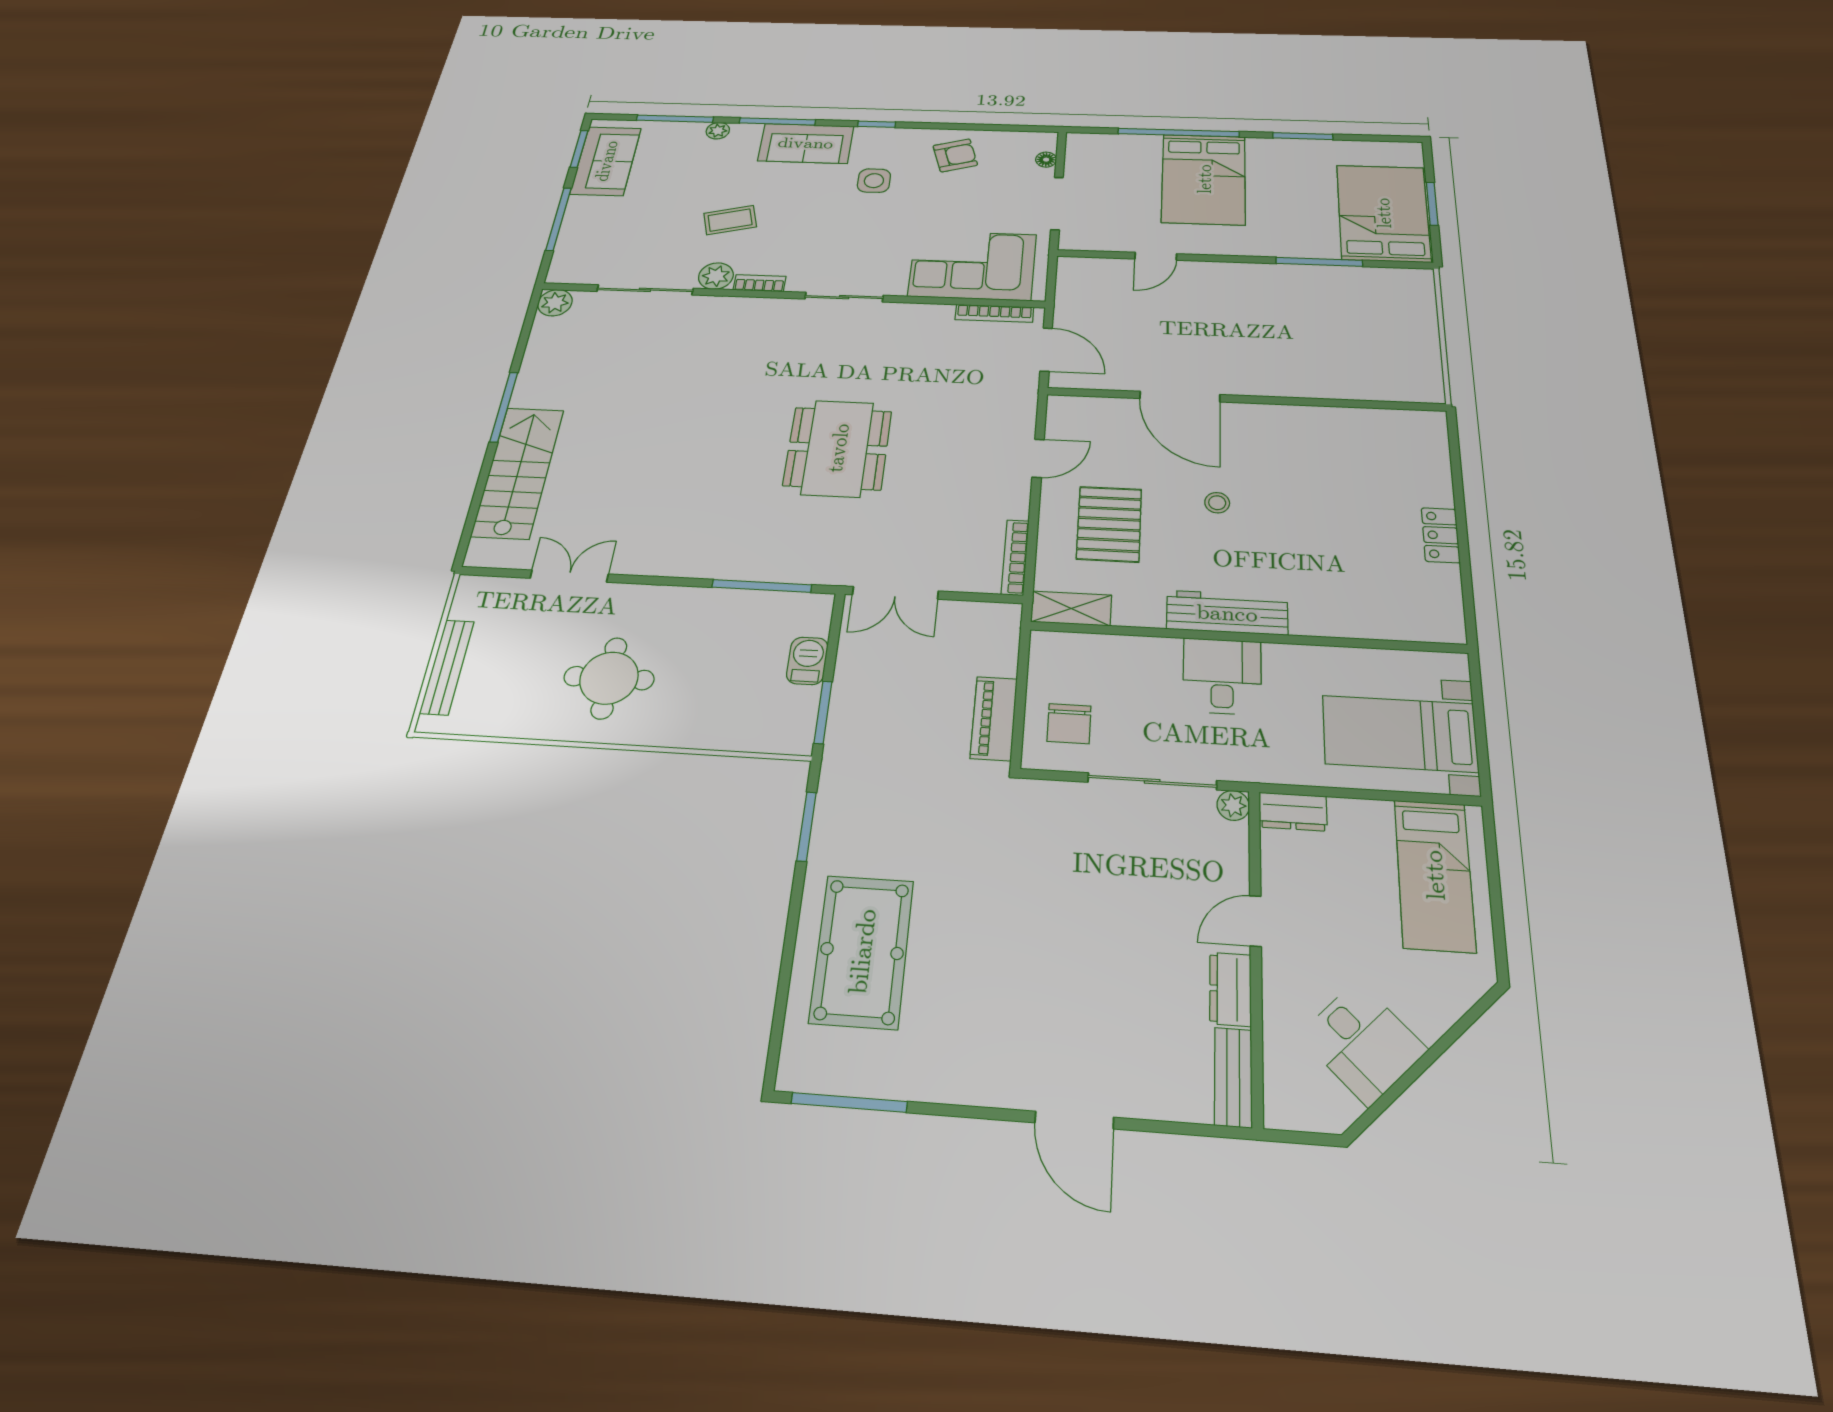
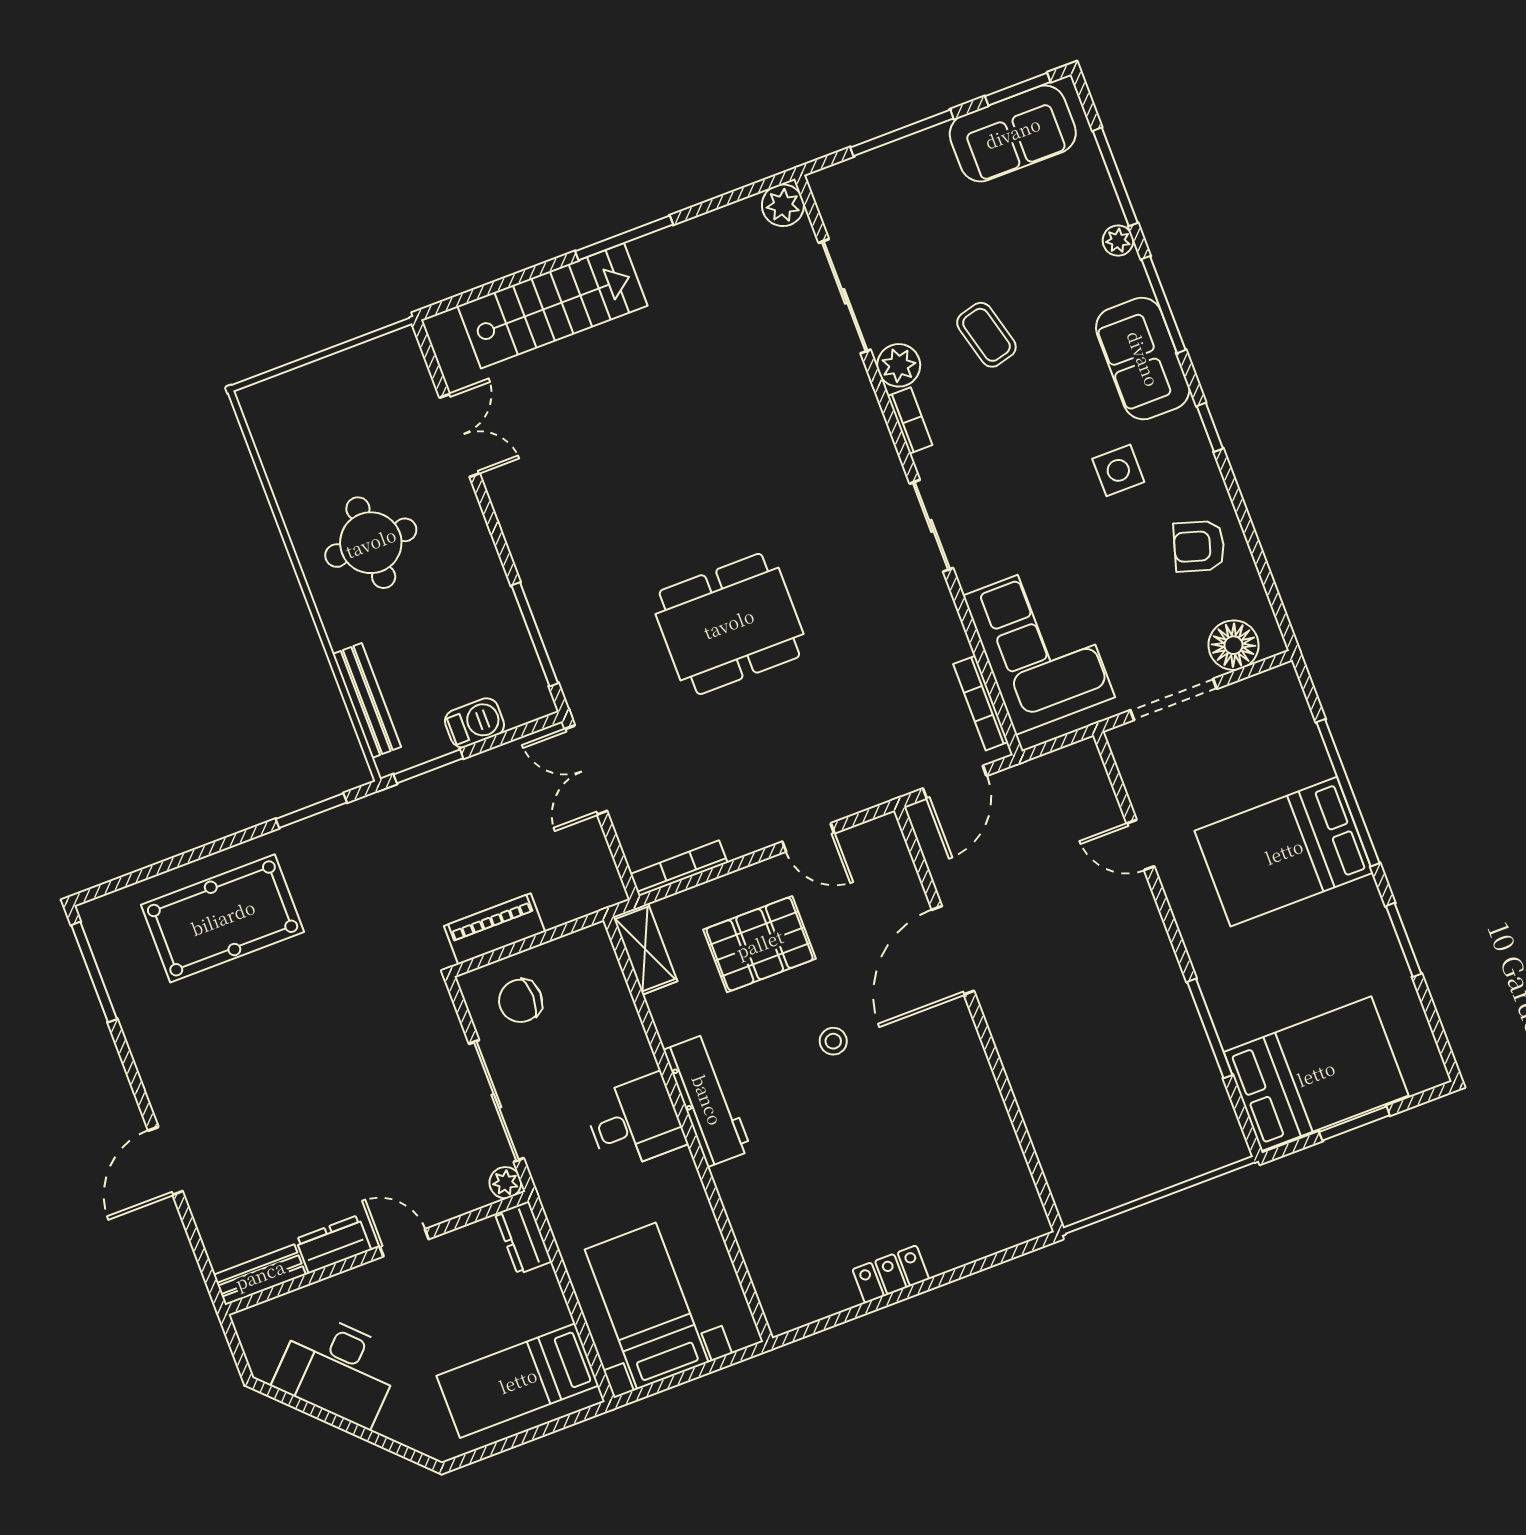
armchair: (955, 155) -> (1199, 546), turned 124
floor lamp: (1046, 160) -> (1234, 645), width x1.89, depth x1.89
bench: (447, 667) -> (367, 701), moved, turned 90
desk: (1363, 1042) -> (338, 1369), width x1.37

